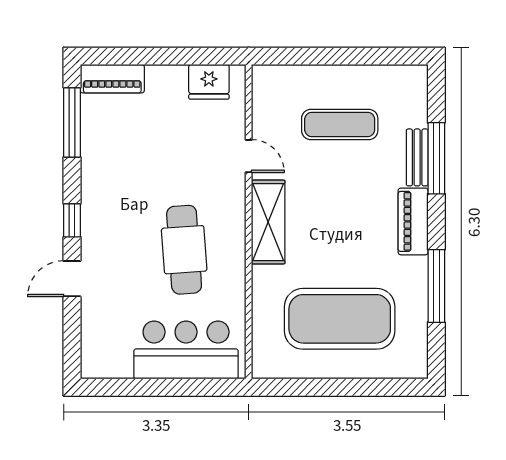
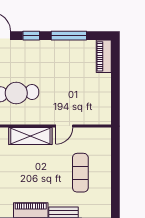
fridge: (209, 82) -> (102, 106), removed
window: (72, 122) -> (69, 36), moved

